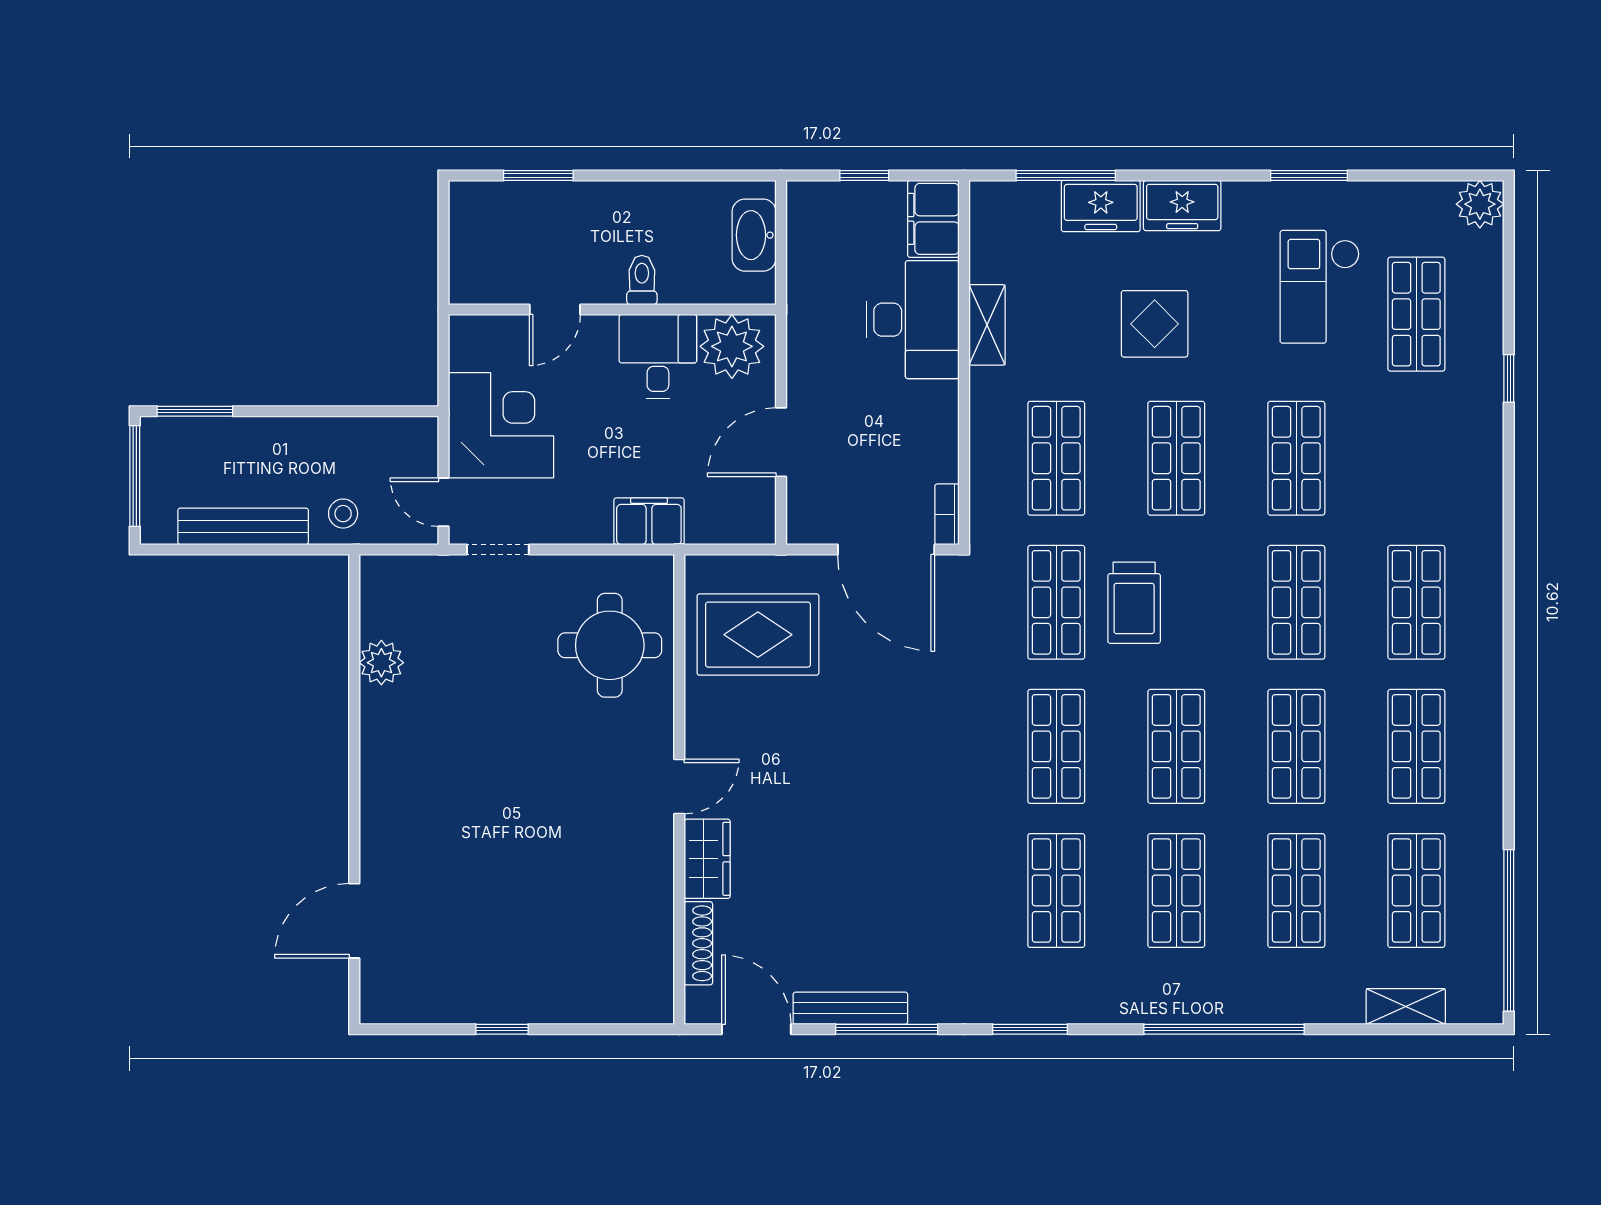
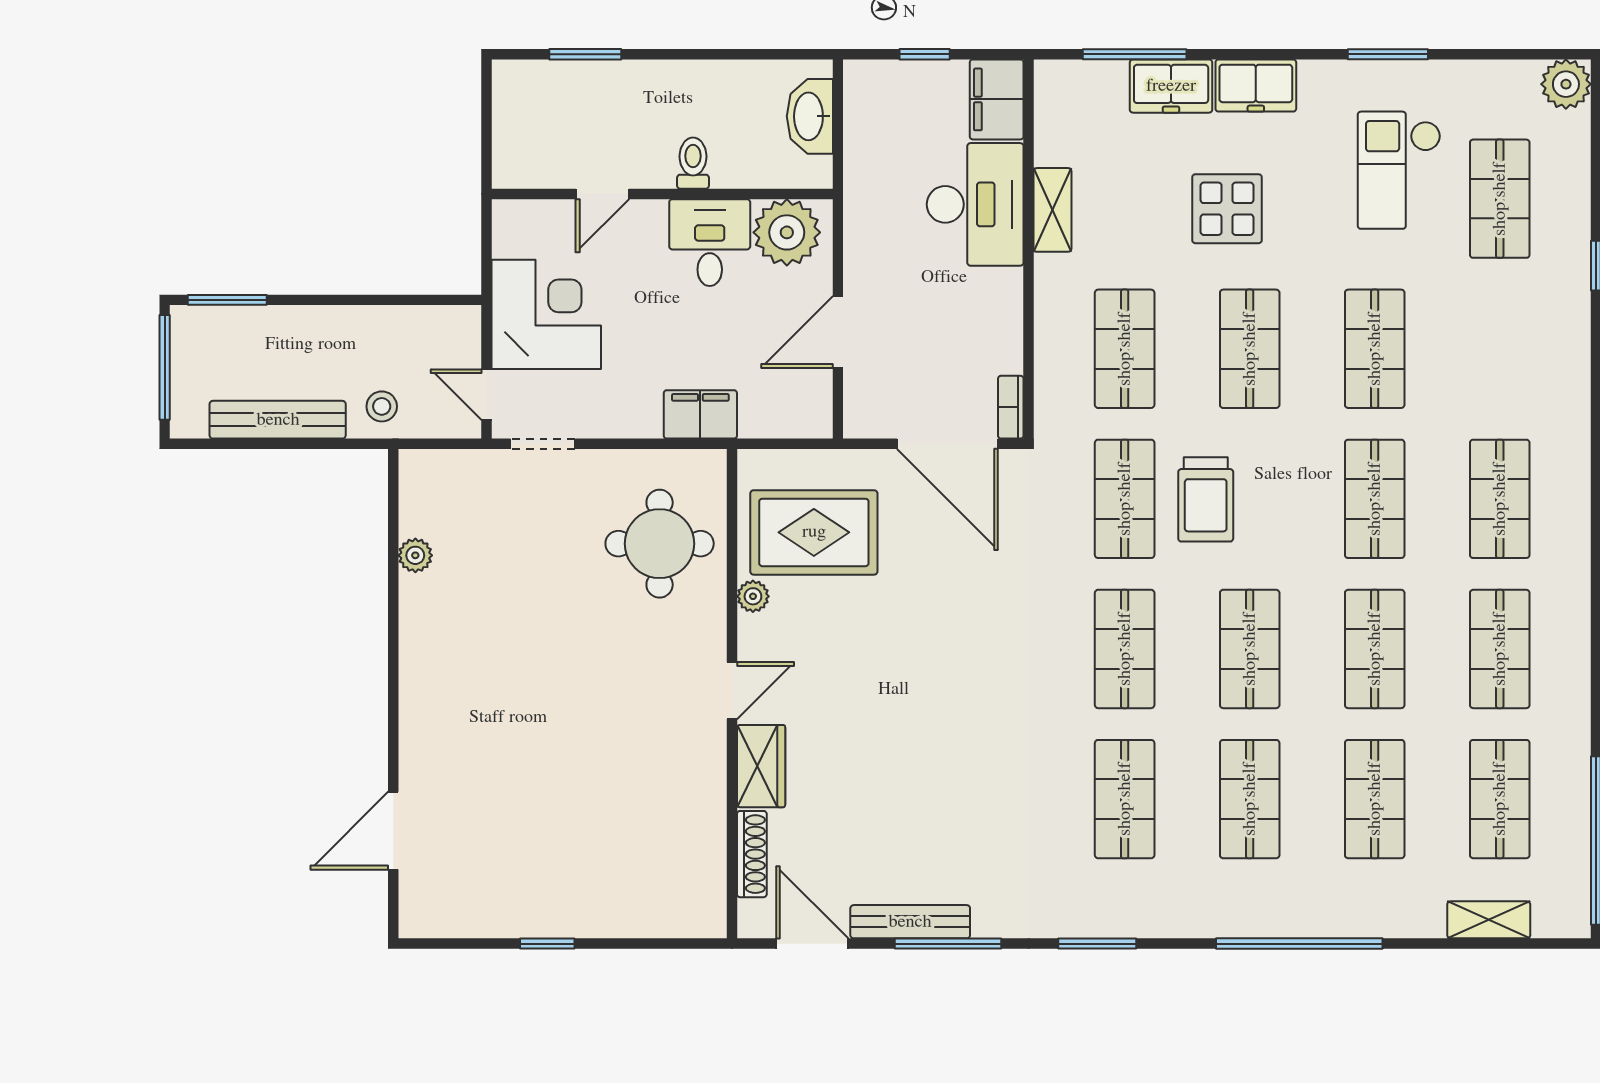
plant: (381, 663) -> (415, 555), width x0.73, depth x0.73
plant: (699, 696) -> (753, 596), added

